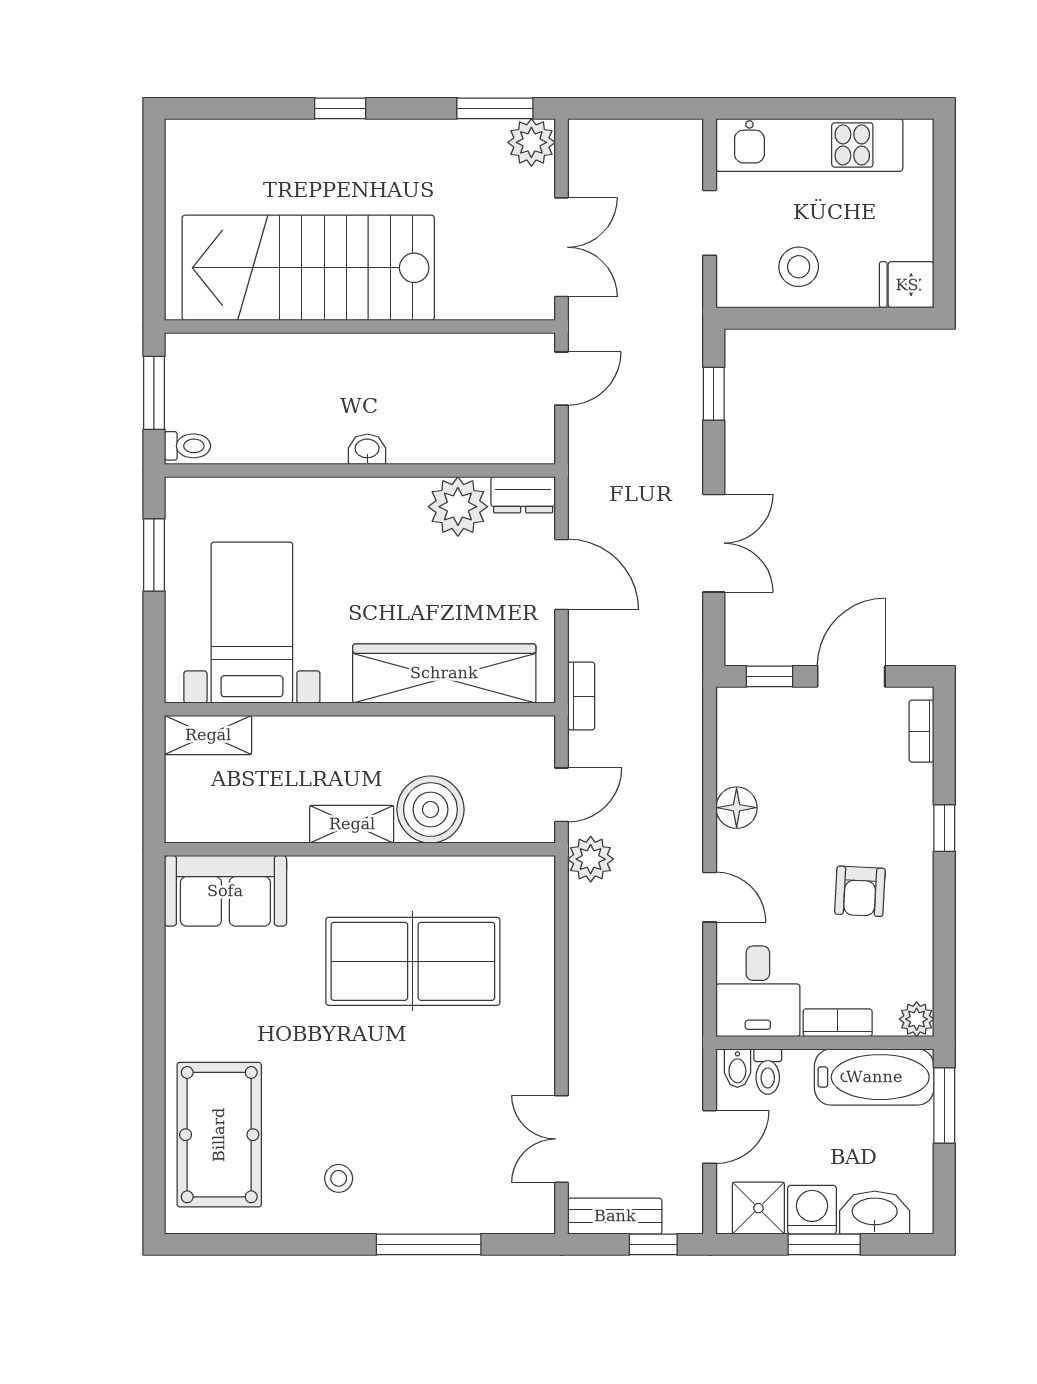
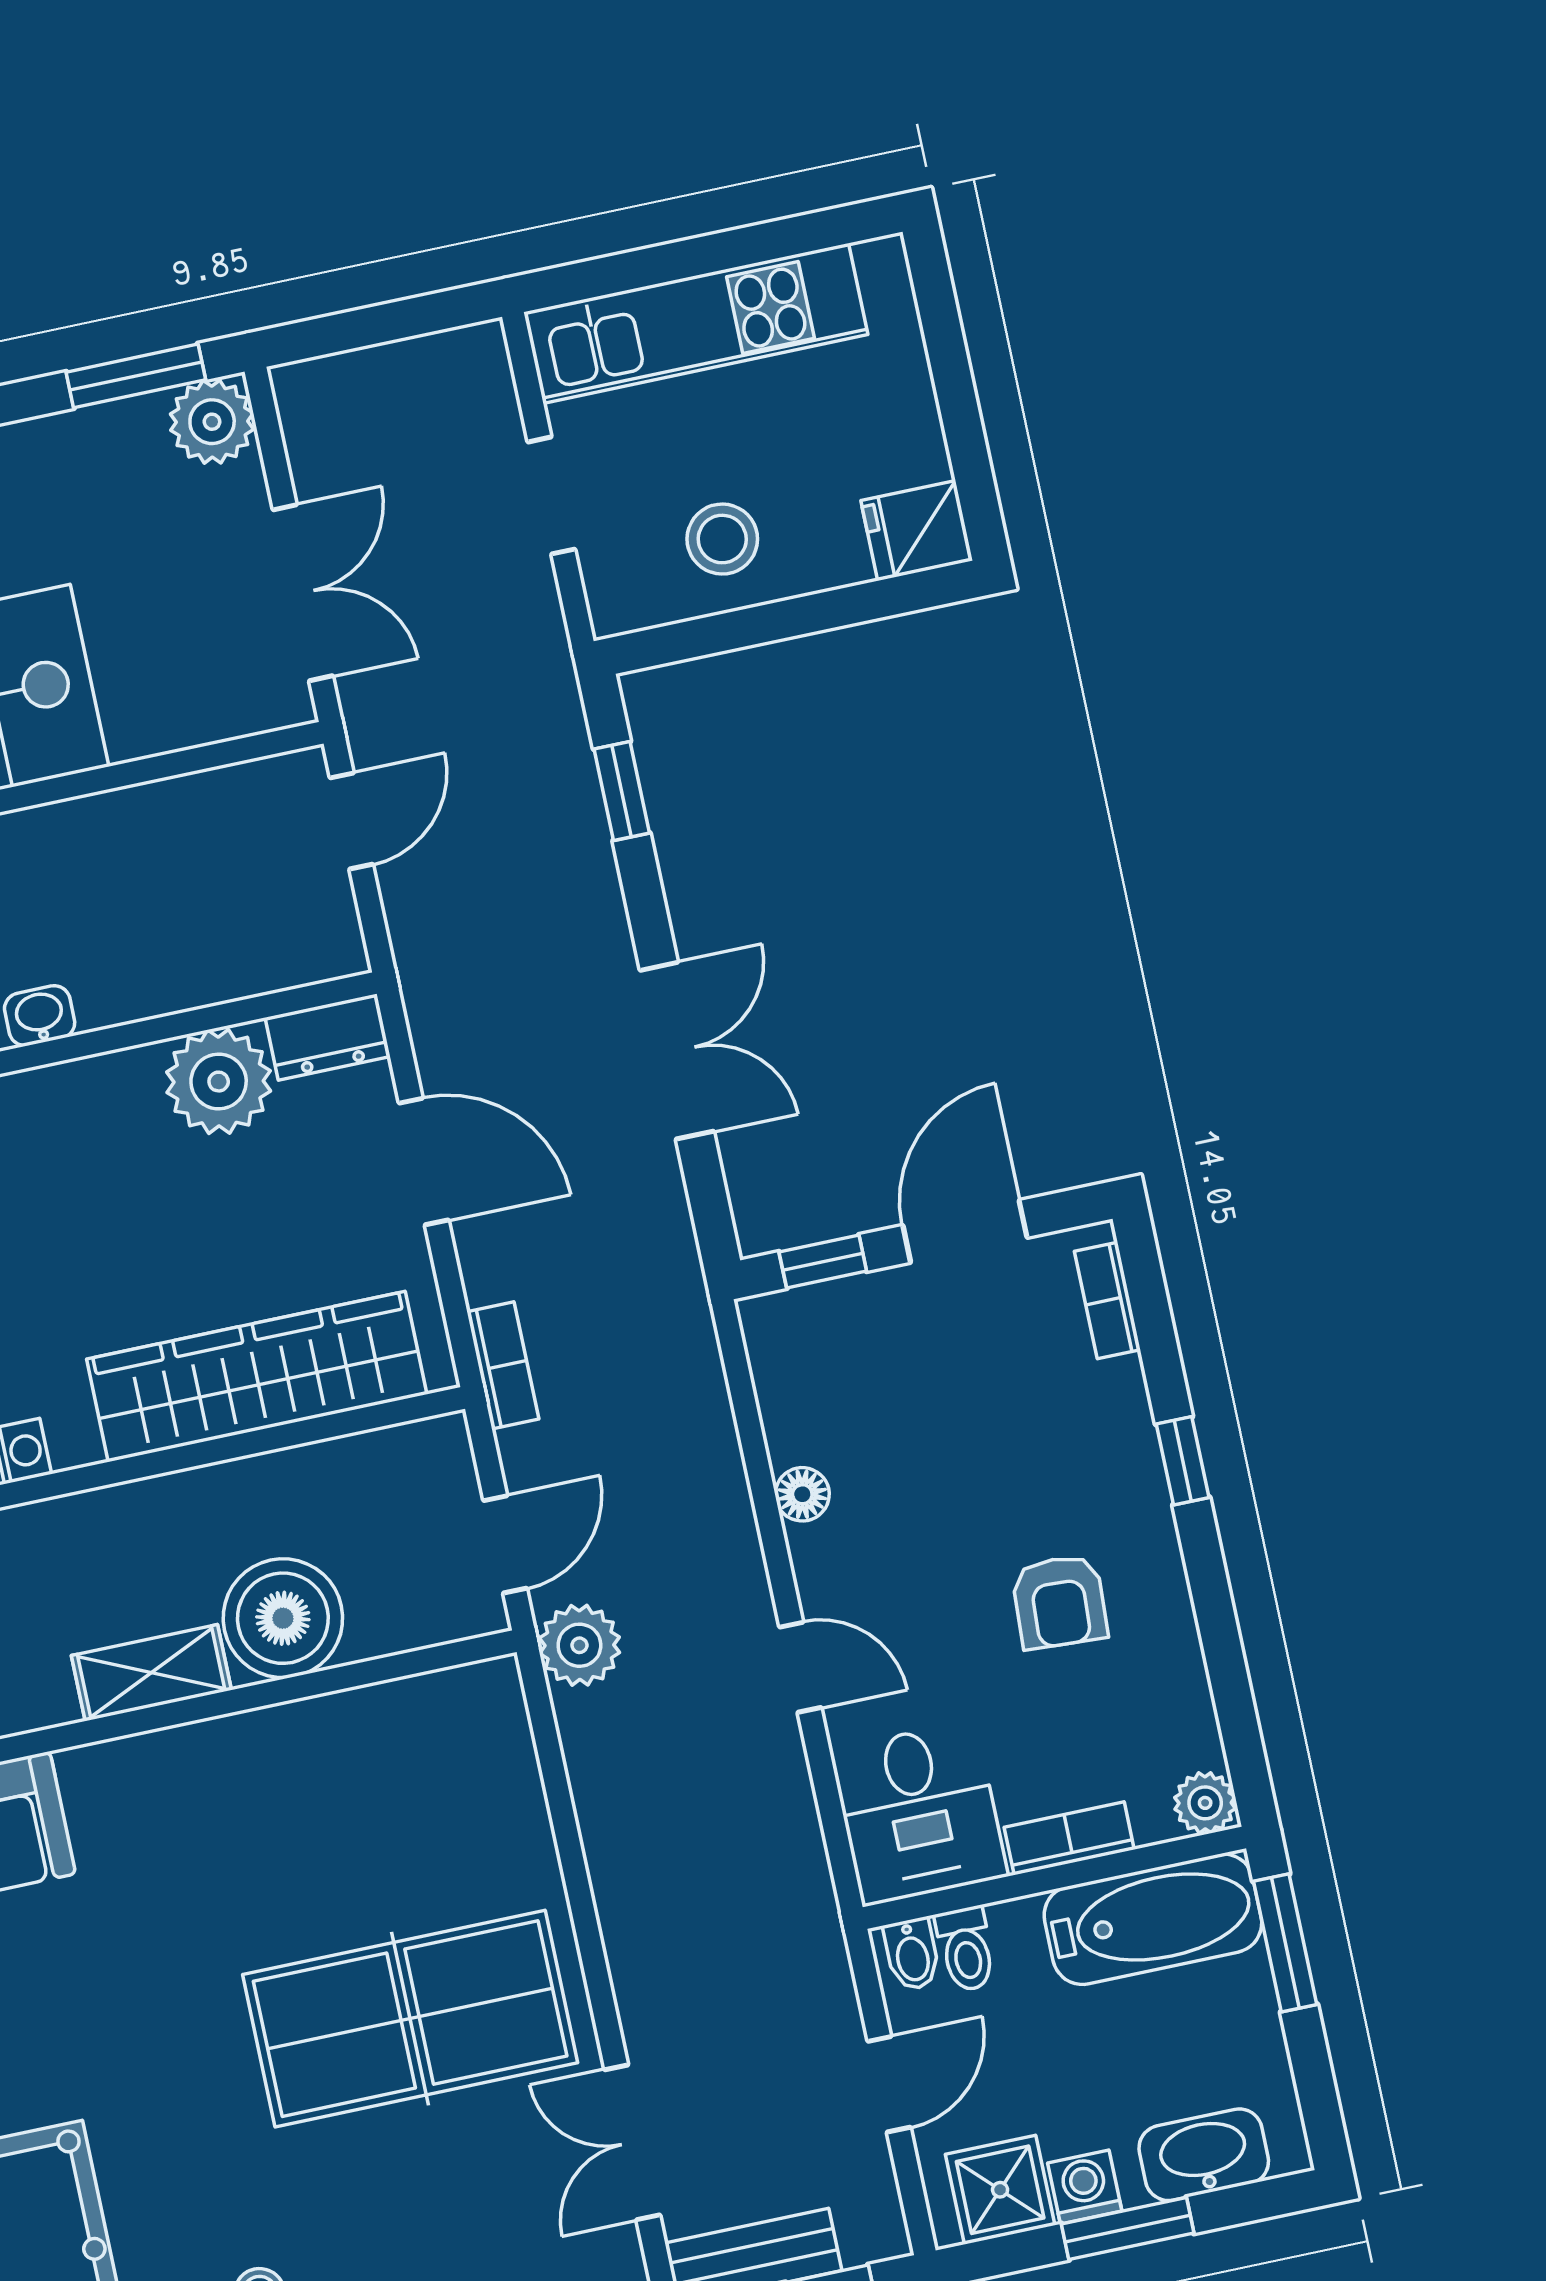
floor lamp: (737, 808) -> (802, 1494), width x0.73, depth x0.73
table tennis table: (413, 961) -> (410, 2019), moved
washing machine: (812, 1210) -> (1085, 2187), width x0.73, depth x0.73

